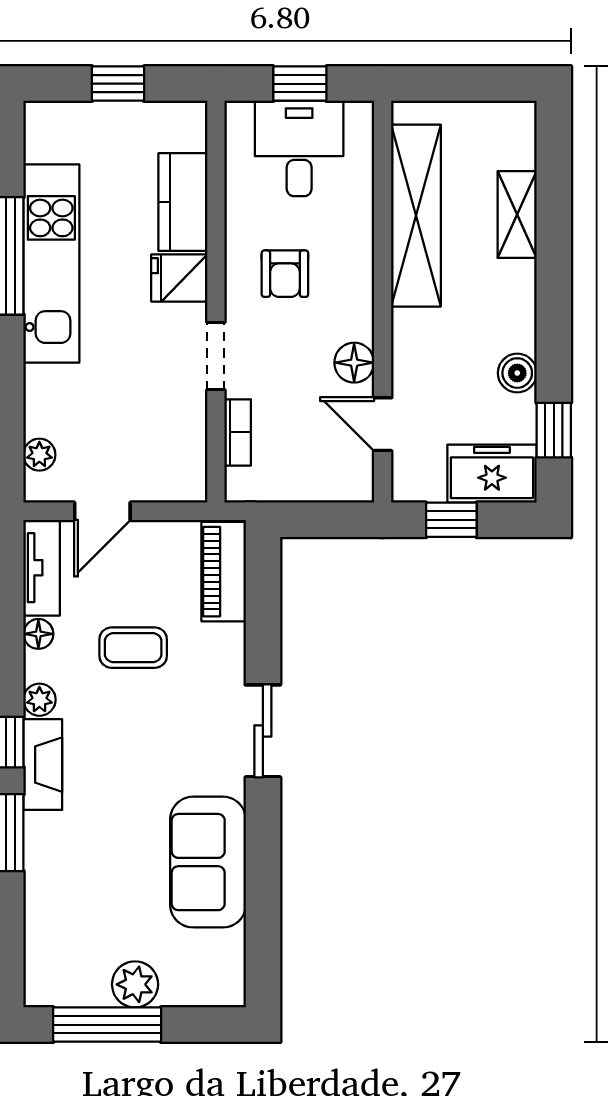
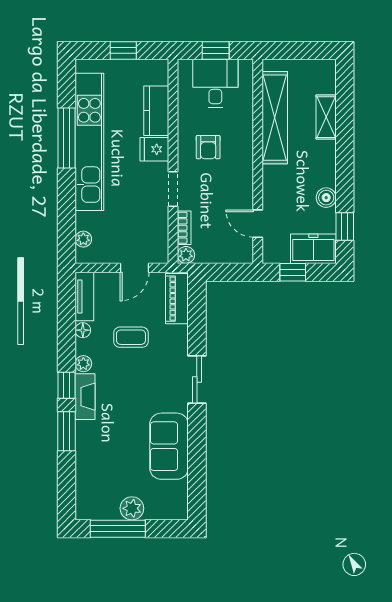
kitchen unit: (51, 264) -> (89, 142), width x1.36
floor lamp: (354, 363) -> (243, 192), removed
plant: (241, 486) -> (186, 255), added
door: (102, 511) -> (134, 268), moved

